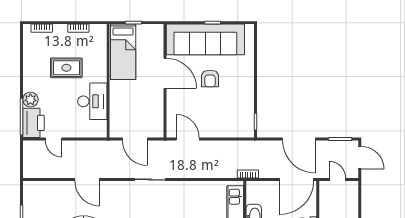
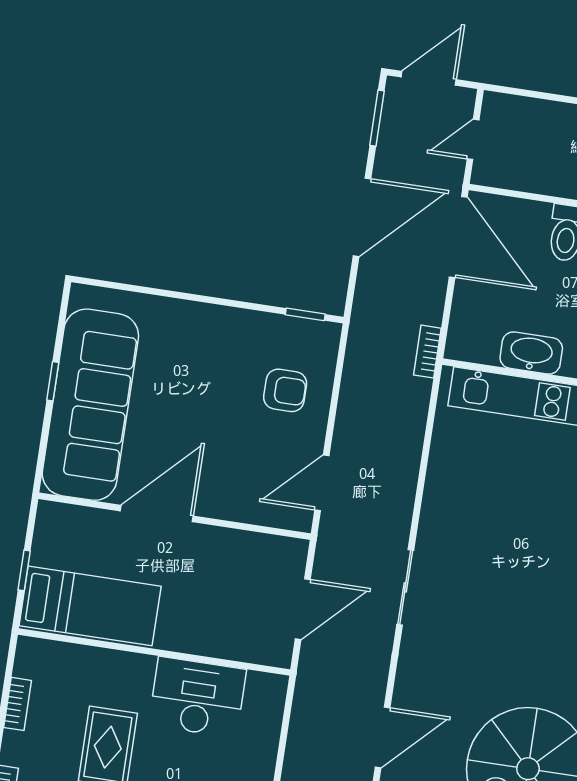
armchair: (210, 79) -> (285, 390), moved

